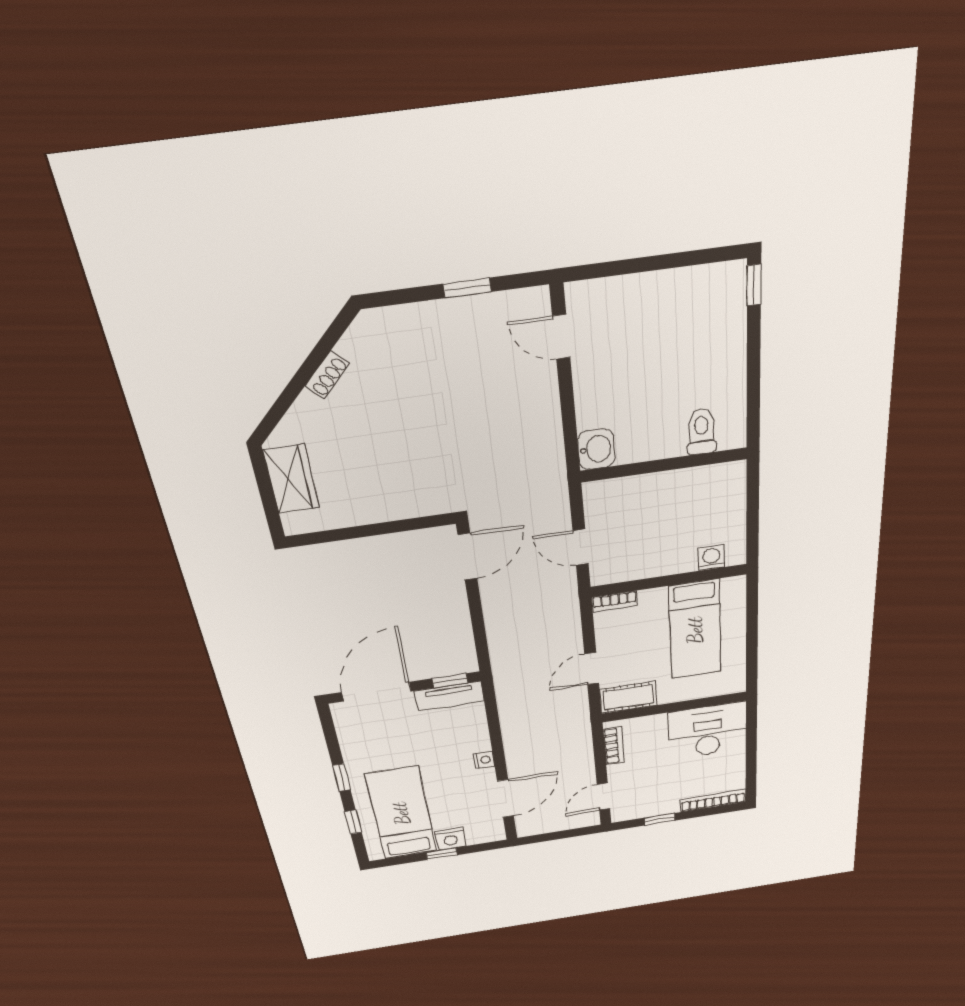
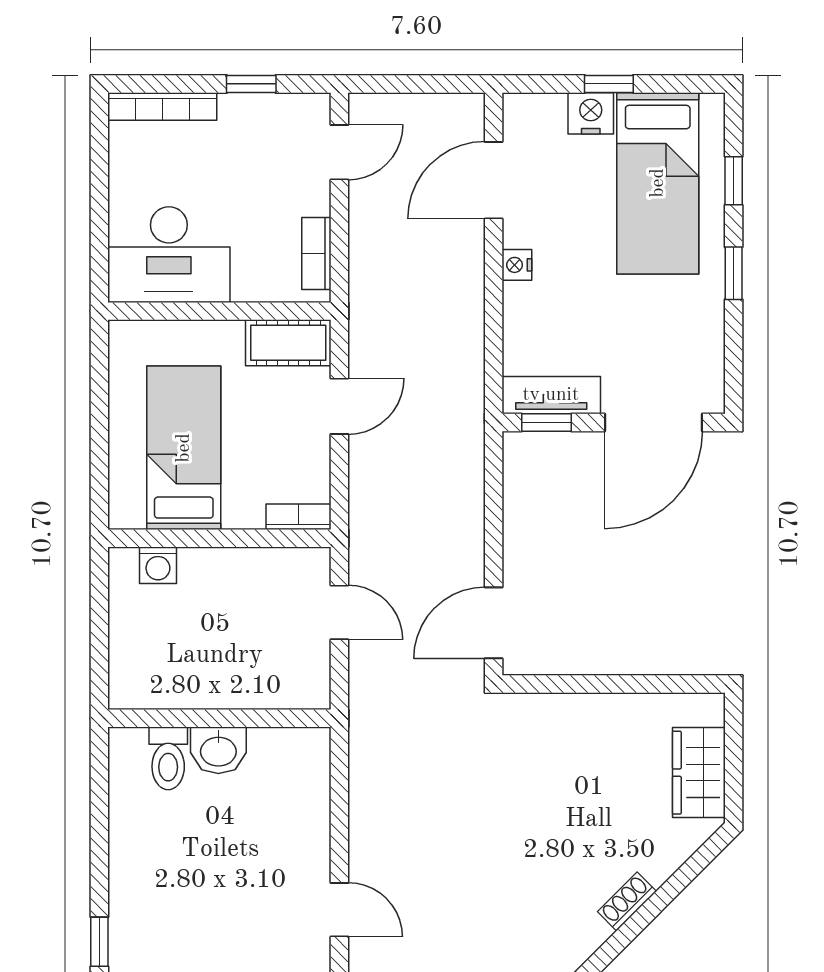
washbasin: (596, 449) -> (218, 750), moved, turned -90

